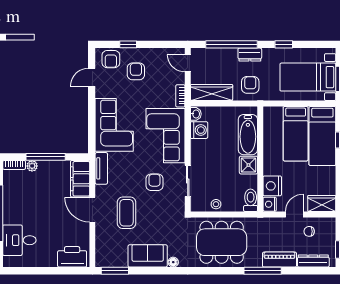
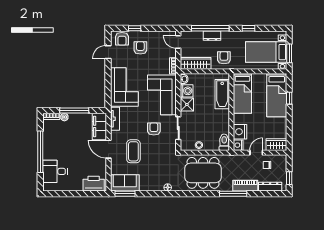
dresser: (250, 55) -> (212, 36), moved
bed: (296, 134) -> (242, 93), moved
shower: (248, 165) -> (187, 104), moved
sofa: (148, 256) -> (125, 183), moved

